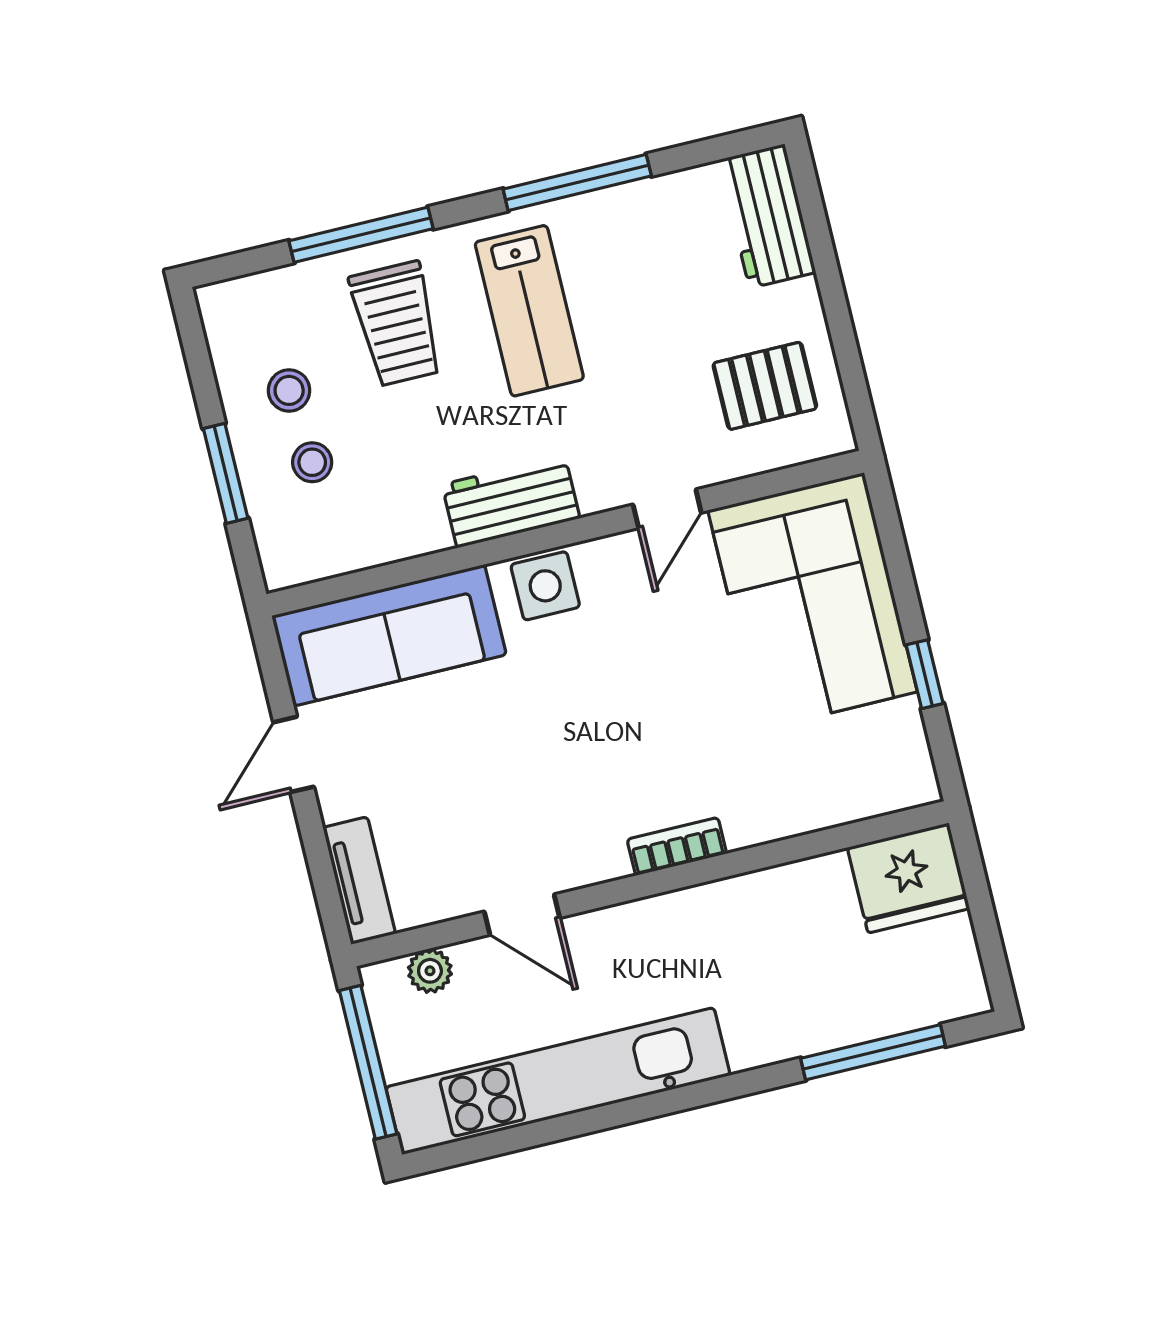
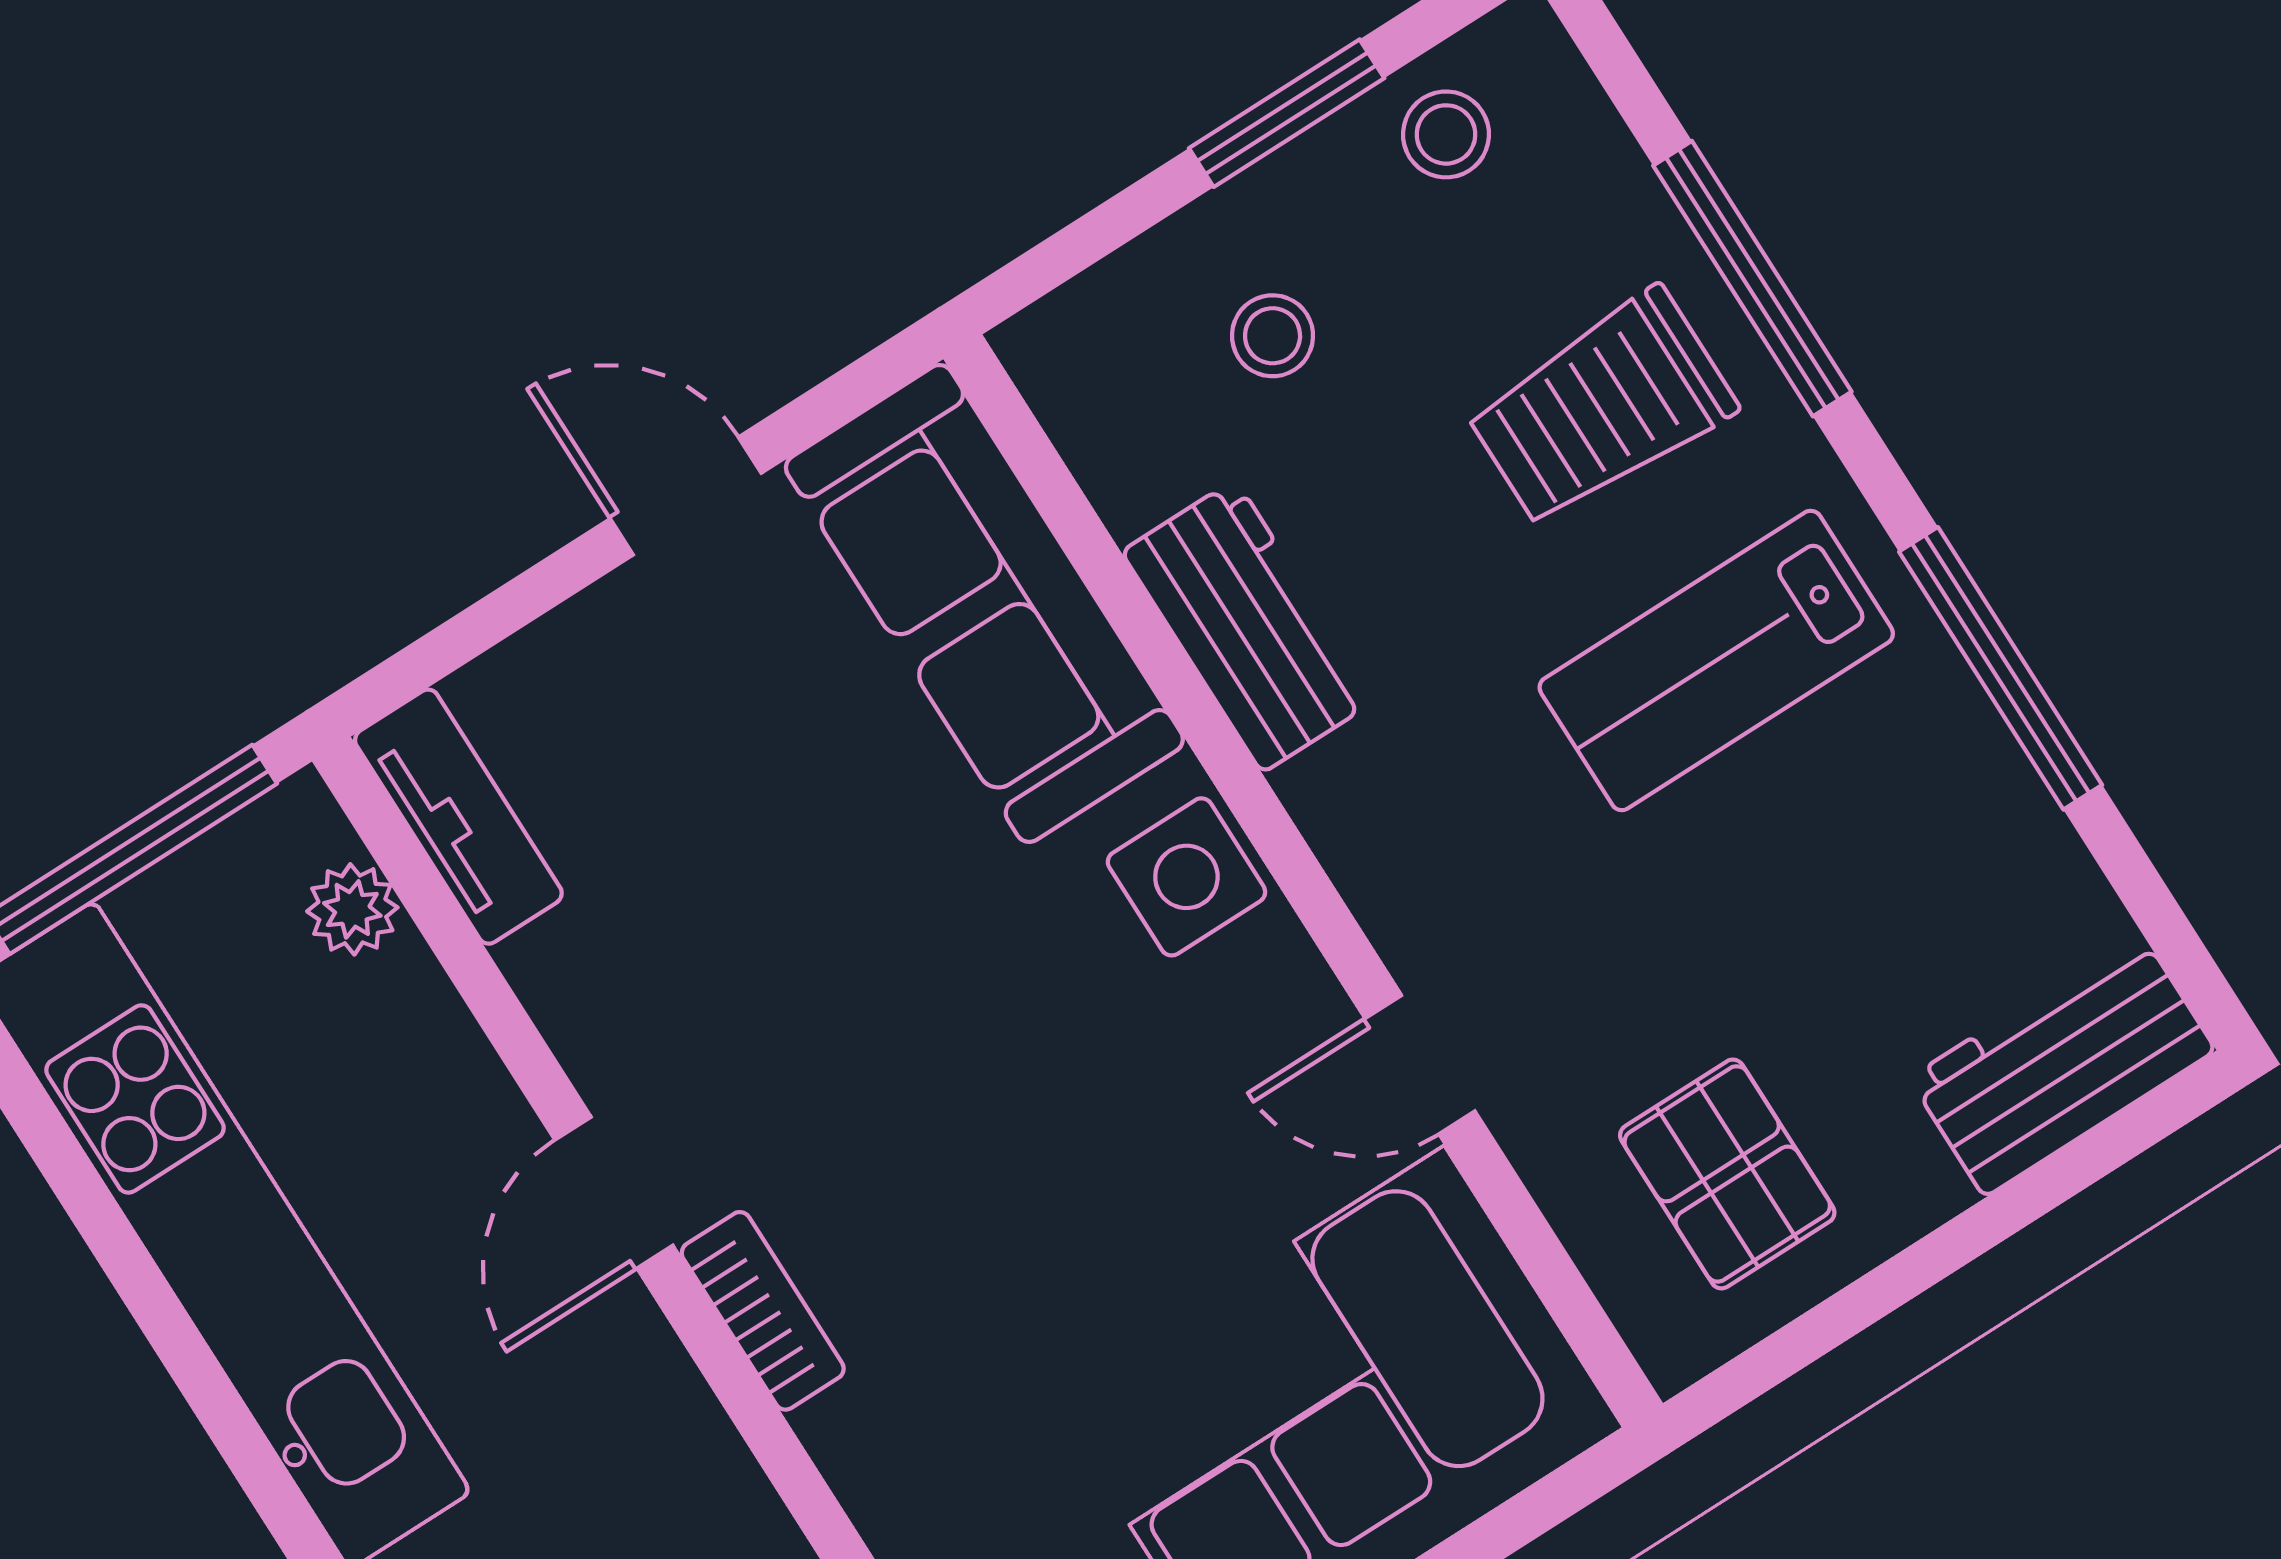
stool: (289, 390) -> (1446, 134), moved
window: (226, 473) -> (1287, 113), moved
workbench: (511, 501) -> (1249, 626), moved
tv unit: (359, 881) -> (458, 817), moved, turned -90
door: (522, 915) -> (614, 1193), moved

